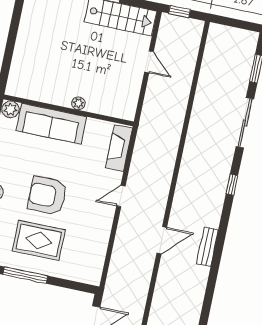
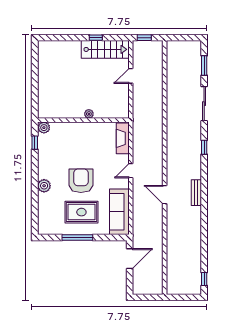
door: (149, 62) -> (131, 76), swing flipped
sofa: (51, 124) -> (119, 212), moved, turned 90
armchair: (47, 196) -> (81, 181), turned 90
door: (162, 240) -> (165, 195), swing flipped

